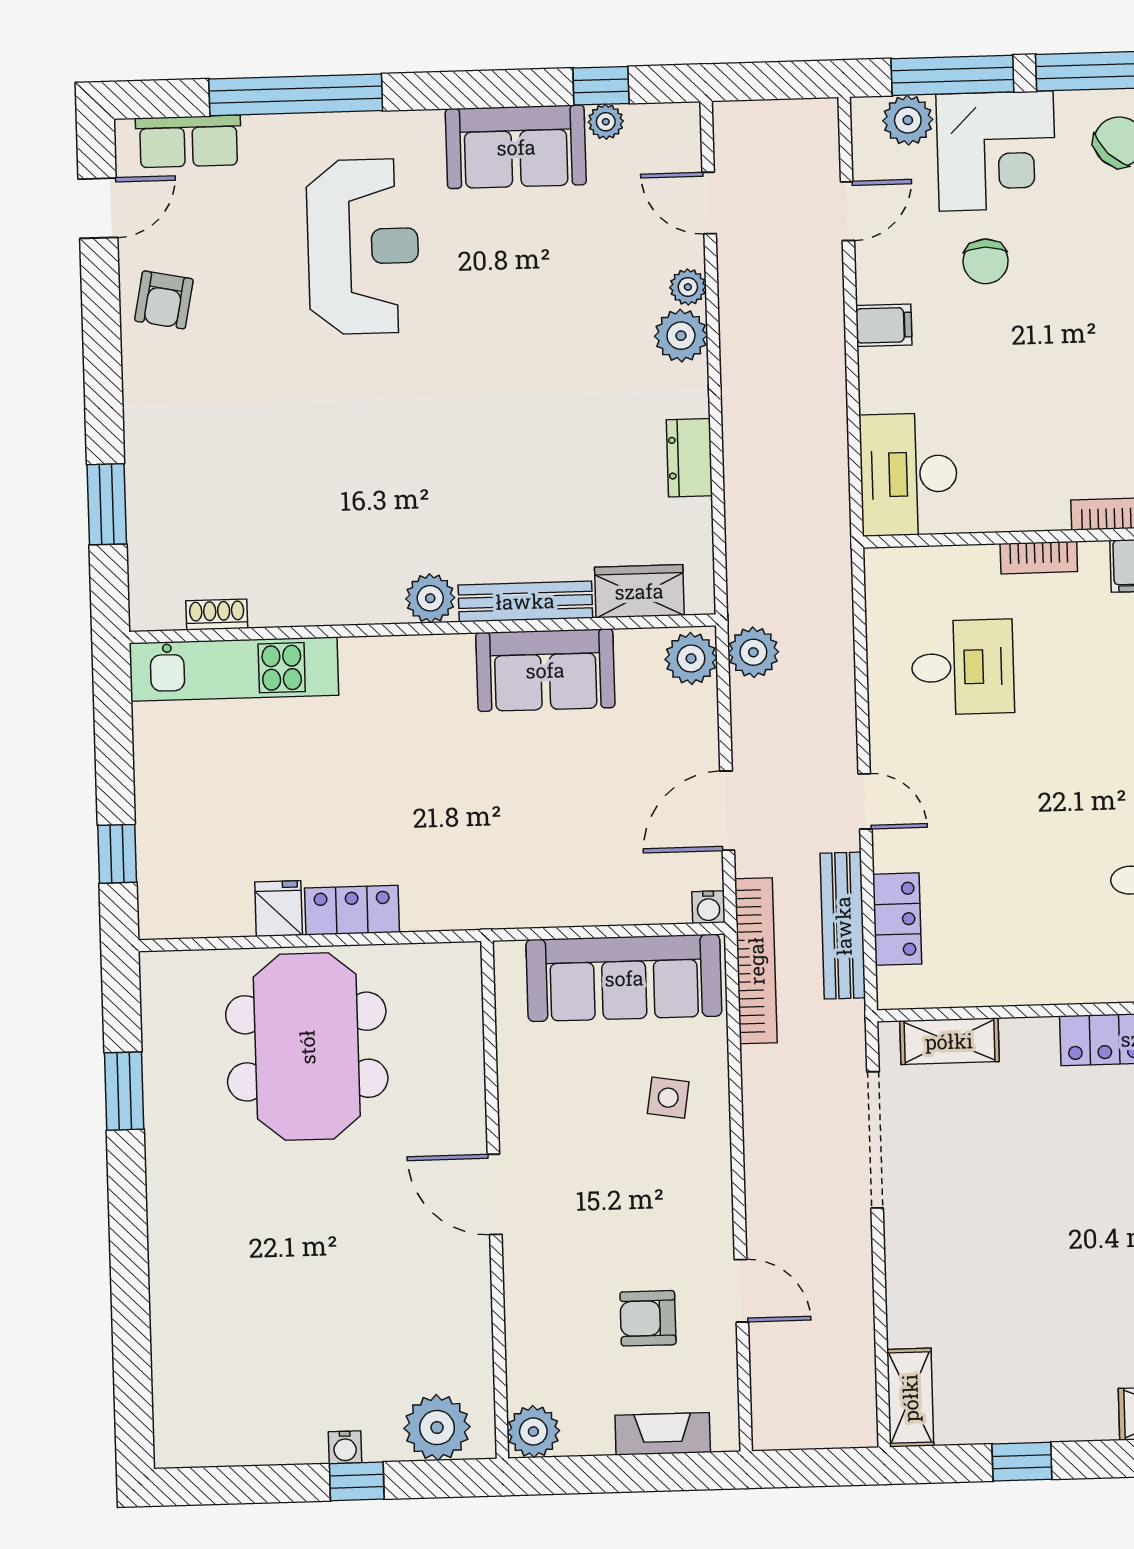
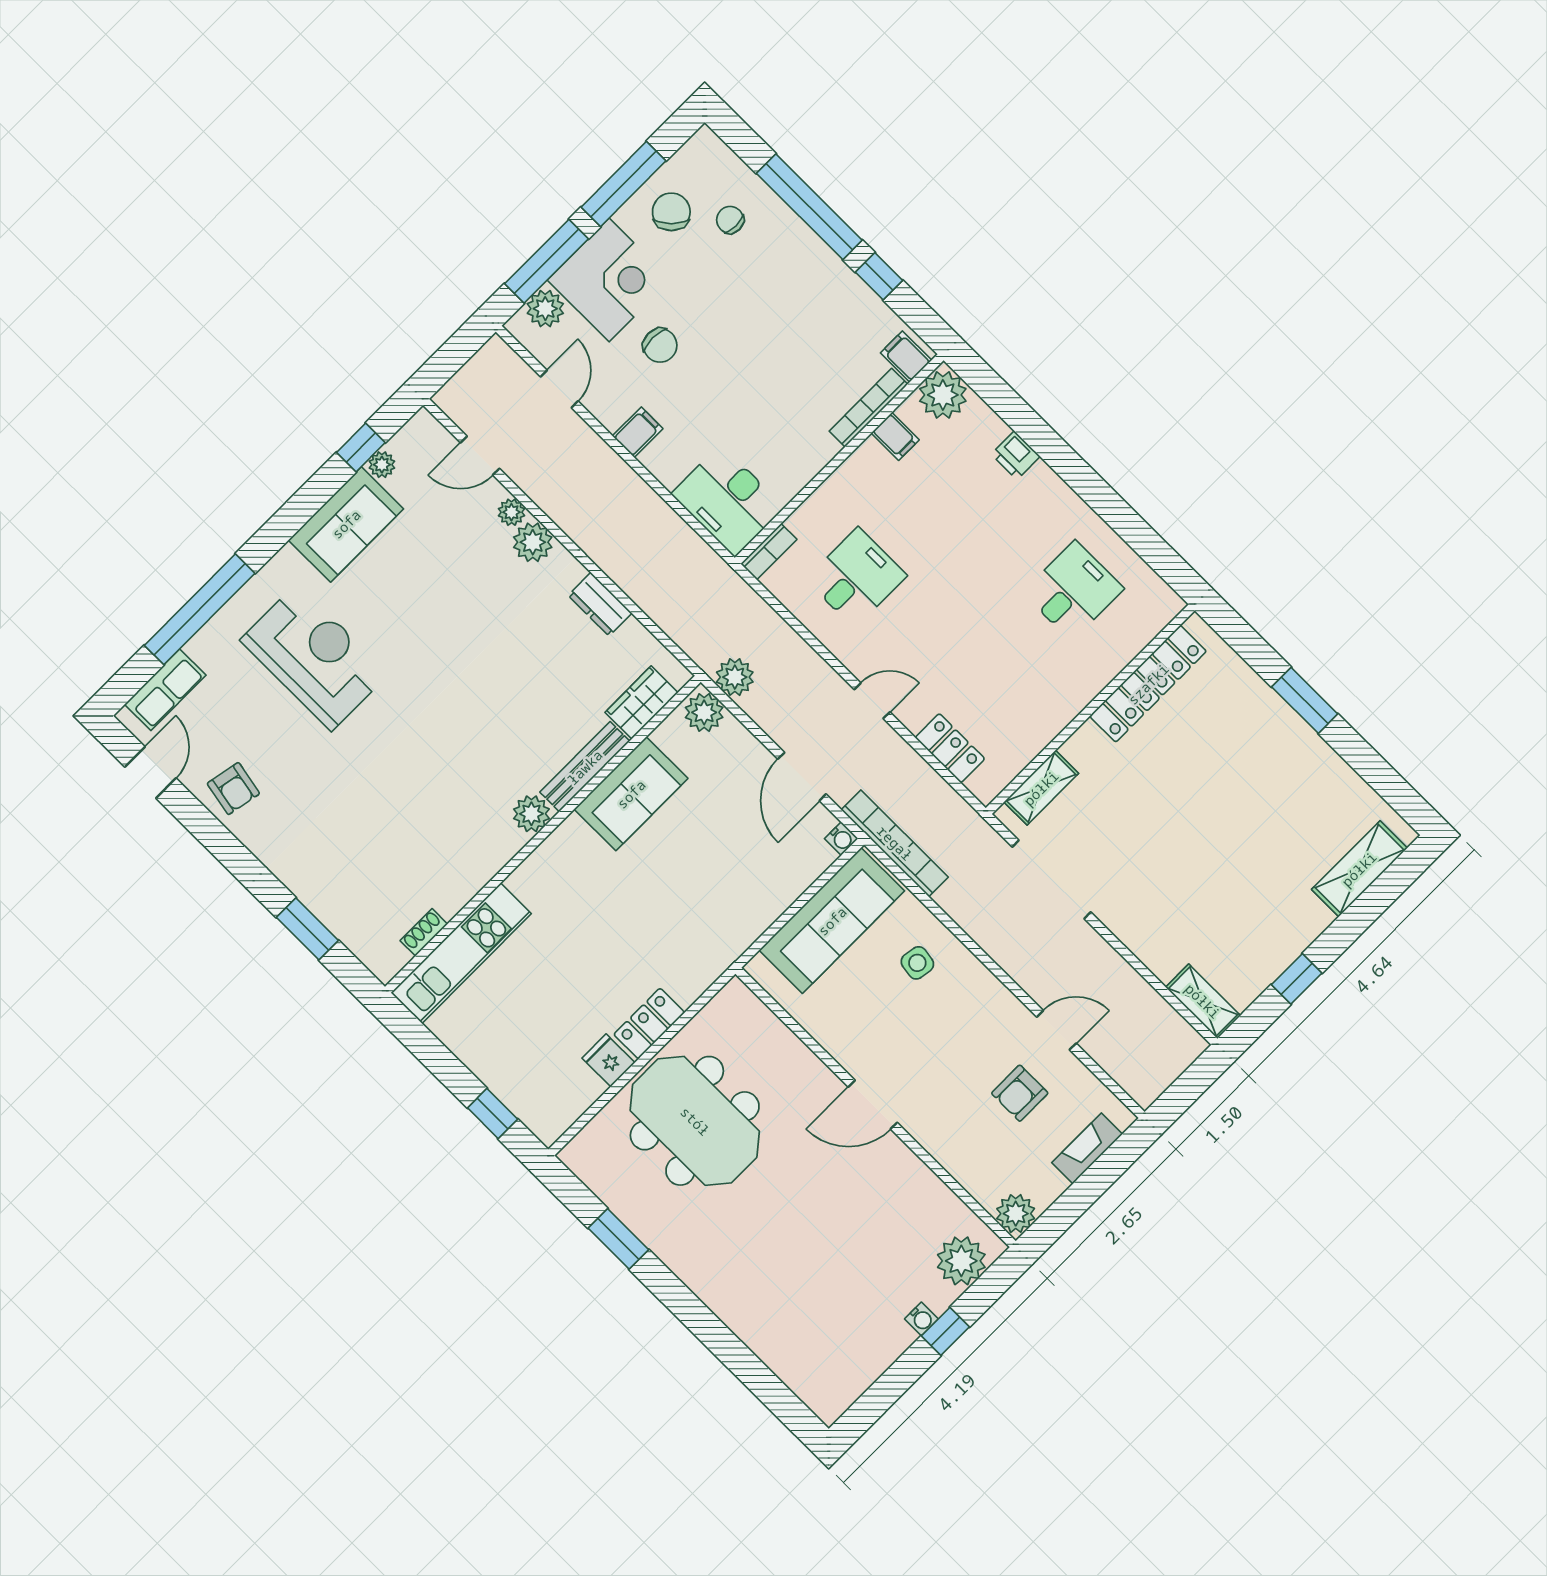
bookcase: (1039, 558) -> (769, 552), moved
bench: (843, 926) -> (924, 780), removed

